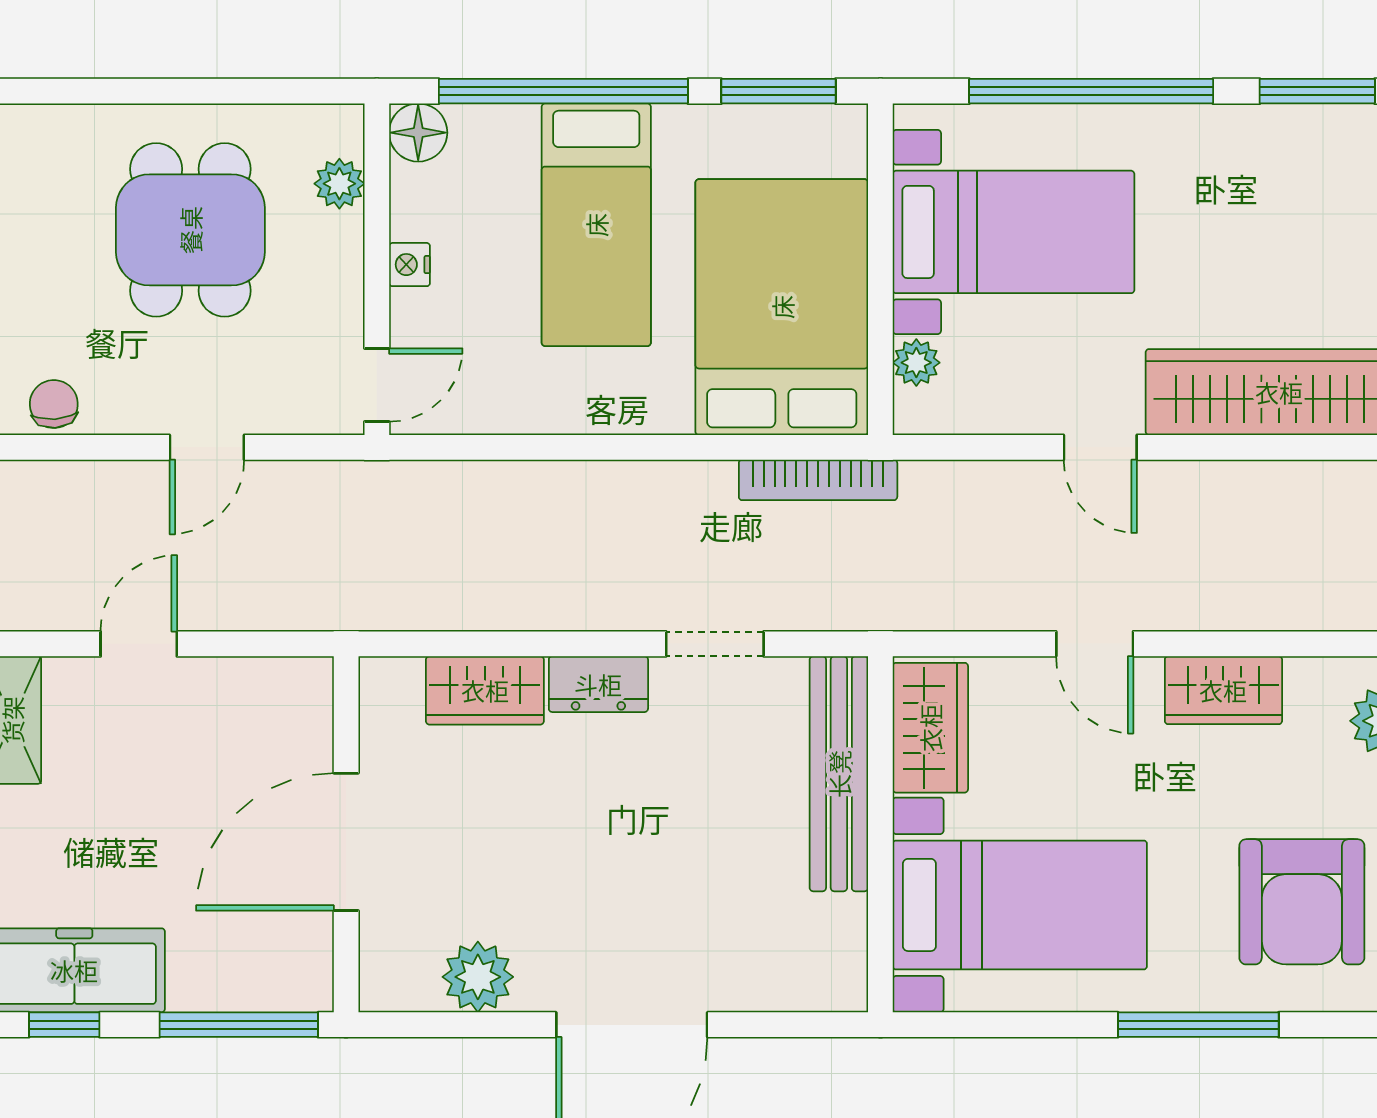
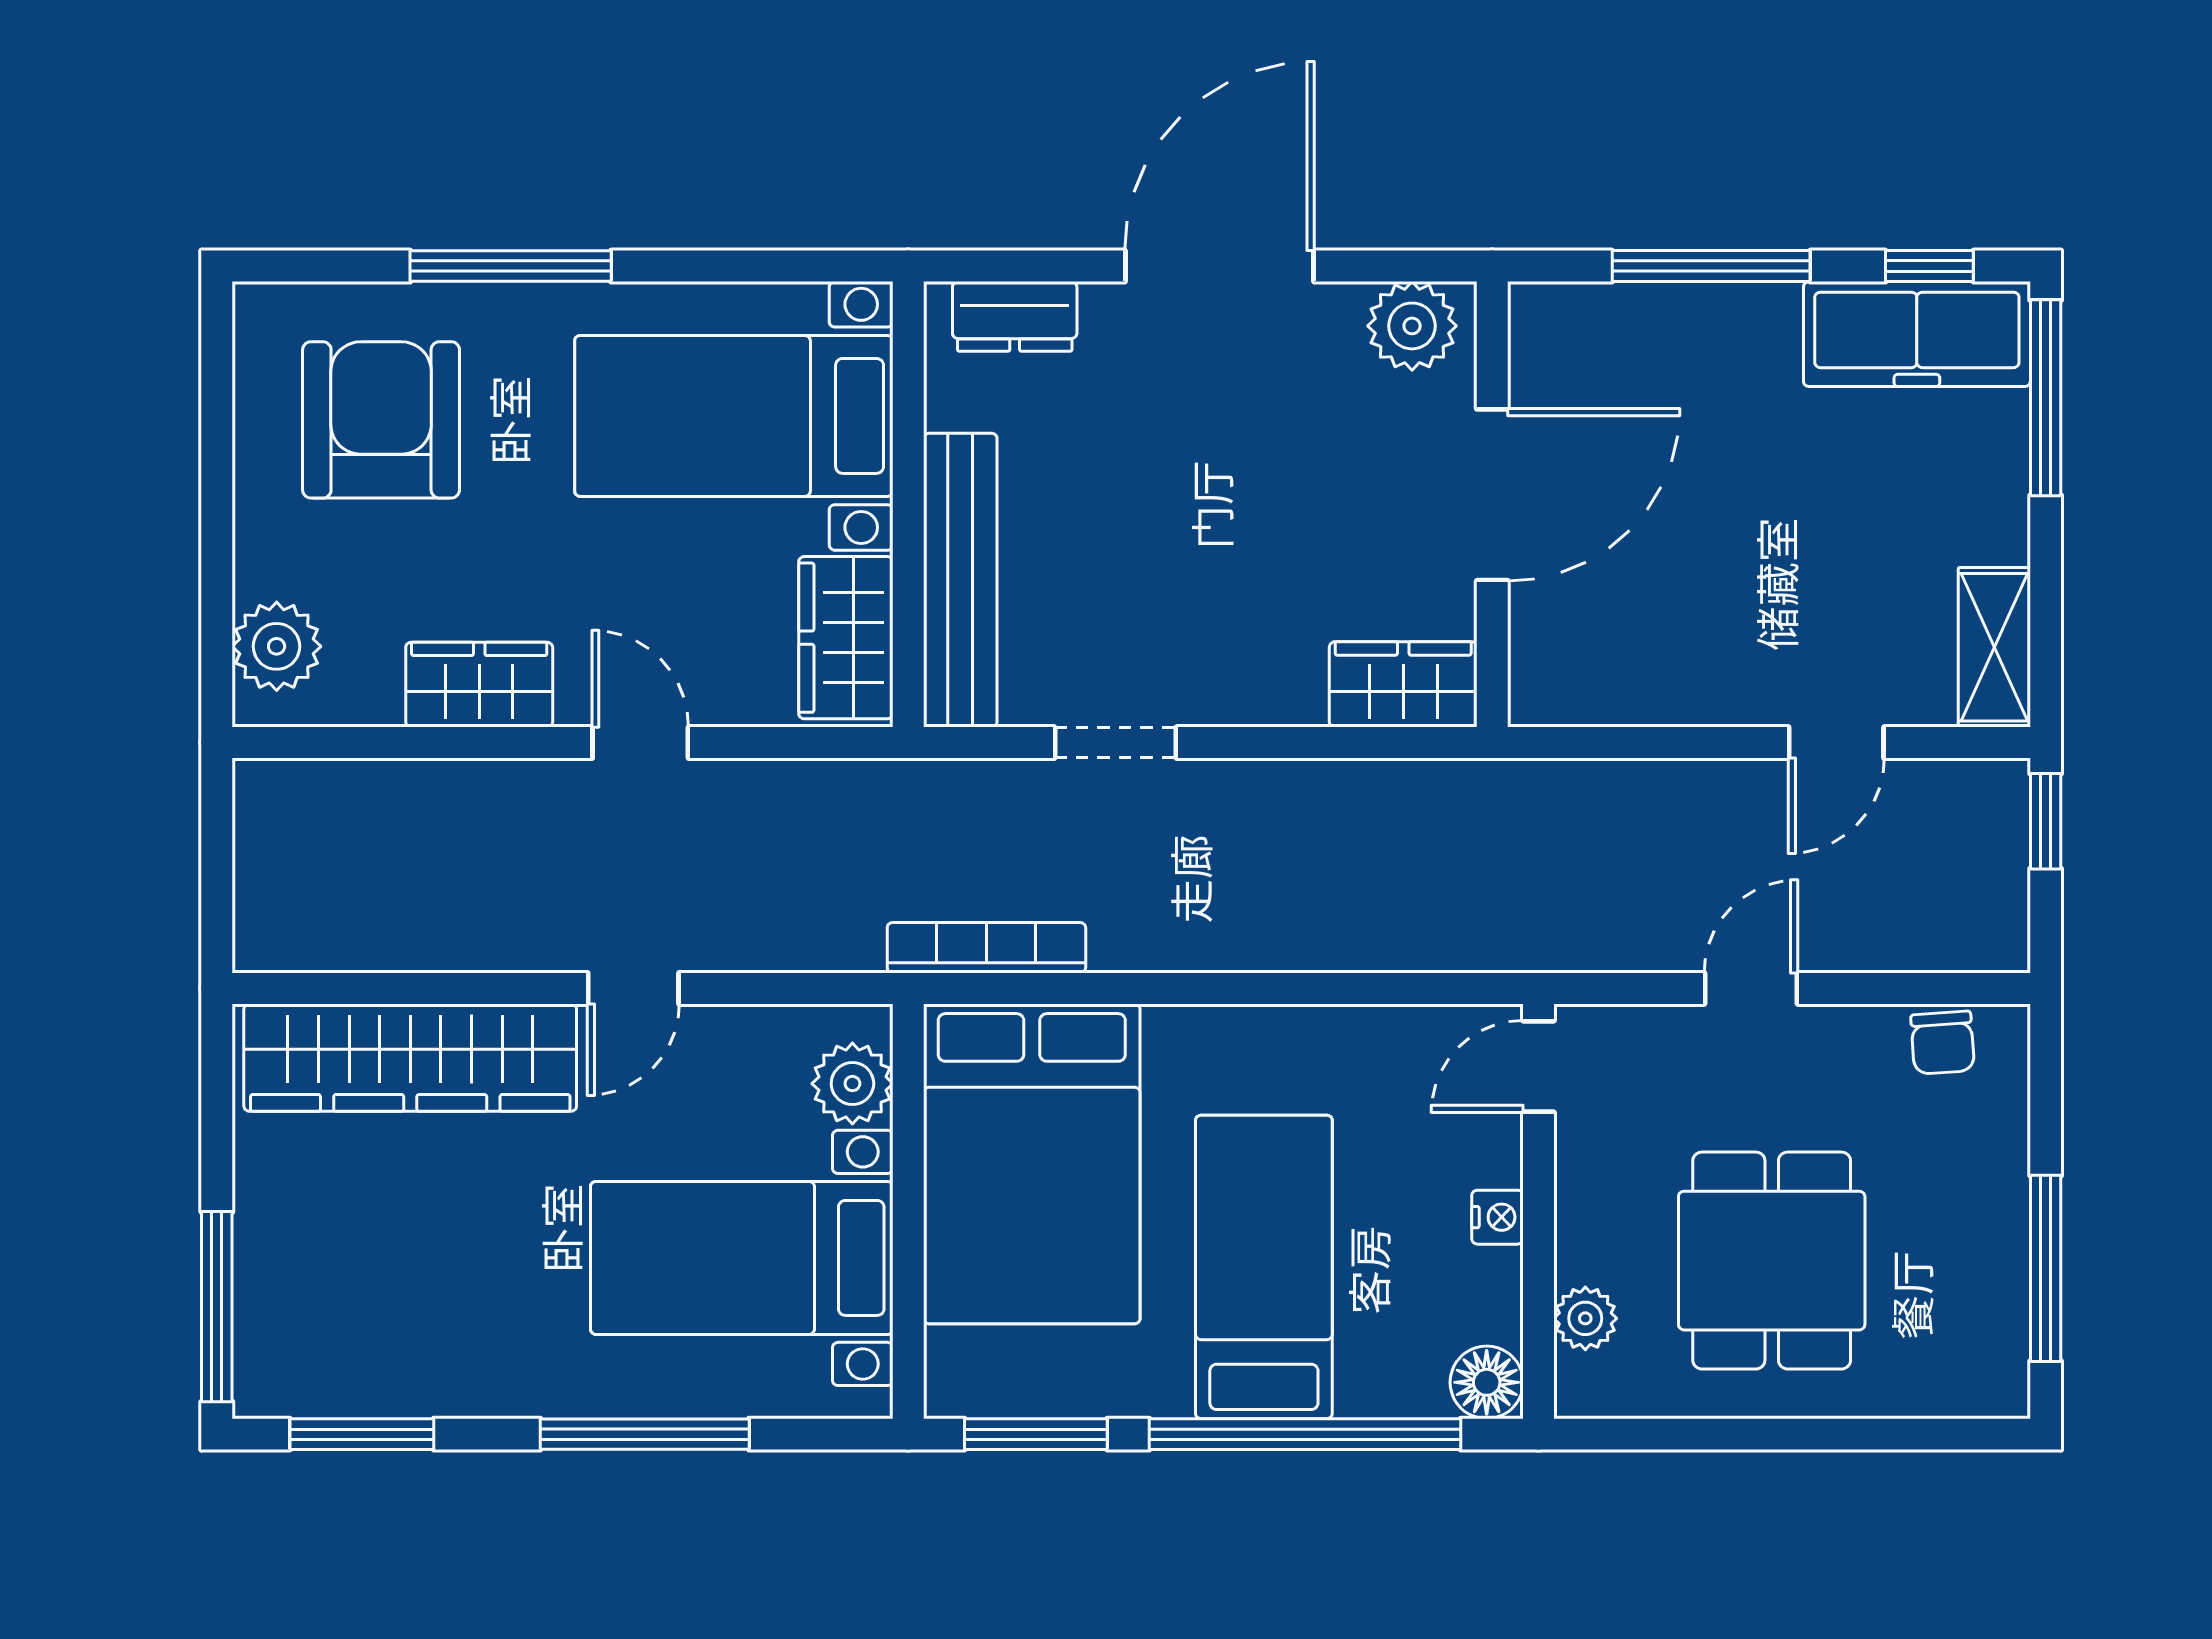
window: (1091, 91) -> (645, 1434), width x0.68
plant: (916, 363) -> (852, 1084), width x1.38, depth x1.38
door: (1100, 447) -> (633, 988), swing flipped
dresser: (598, 684) -> (1015, 316), moved, turned 180
wall: (346, 834) -> (1492, 504), moved
door: (346, 842) -> (1492, 495), moved

